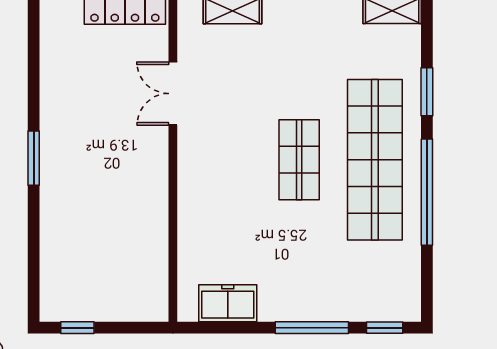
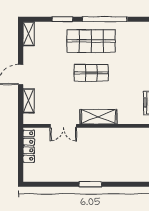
shop shelf: (375, 160) -> (91, 41), width x0.71
shelving: (195, 177) -> (98, 117), added

